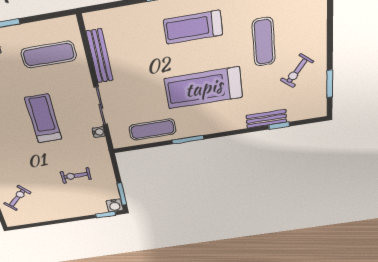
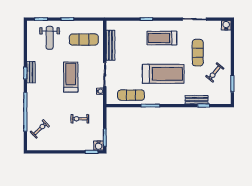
treadmill: (204, 88) -> (163, 74), turned 180

